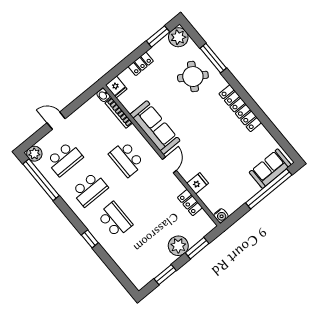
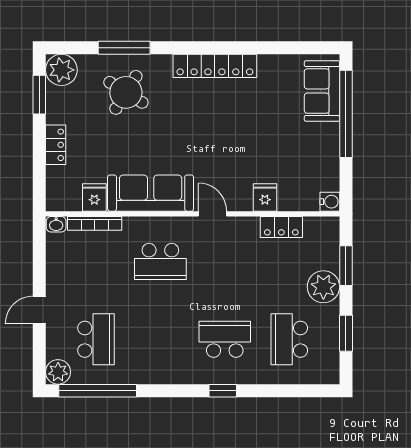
fridge: (116, 87) -> (94, 197), moved, turned -90
school desk: (90, 189) -> (289, 339), moved, turned 180

